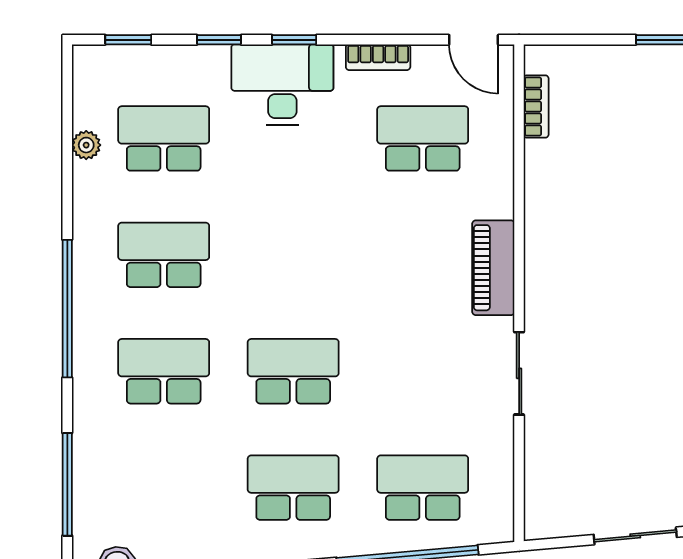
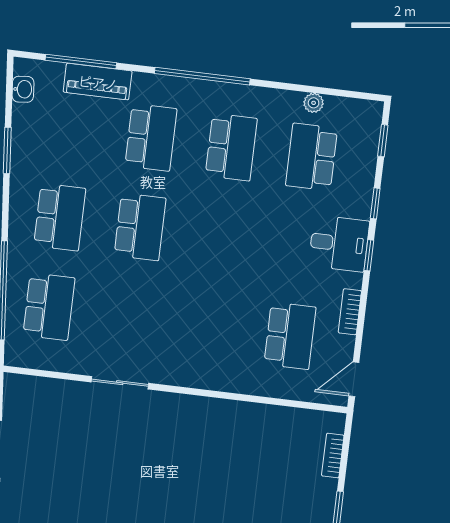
desk: (282, 84) -> (339, 243), width x0.73
bookcase: (536, 107) -> (333, 456), moved, turned 90
school desk: (164, 138) -> (312, 157), turned 180
piano: (493, 268) -> (98, 82), moved, turned 180

